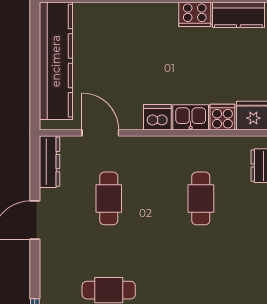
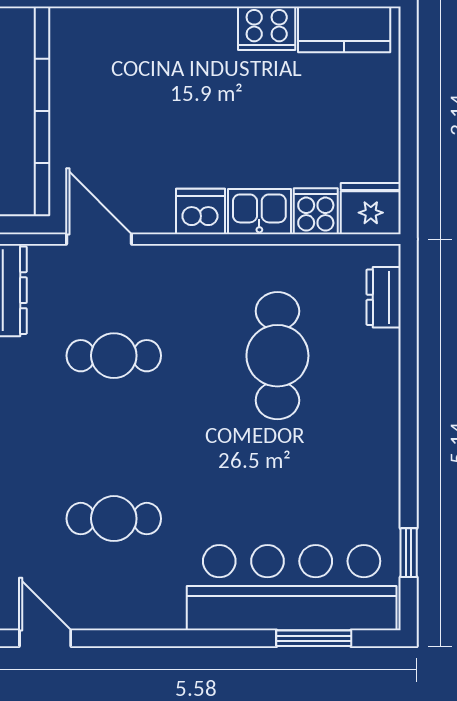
cafe table: (109, 198) -> (114, 356), turned 90
cafe table: (201, 198) -> (277, 356), width x1.37, depth x1.35

